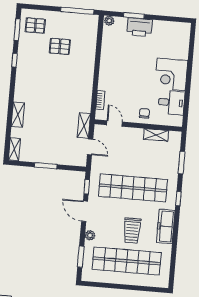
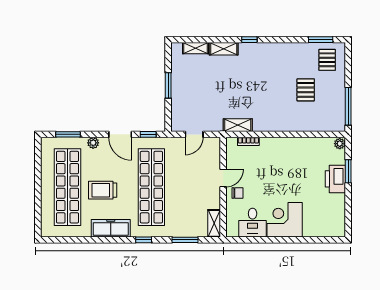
window: (14, 60) -> (249, 40), moved
door: (114, 123) -> (223, 178), moved
shelving: (84, 126) -> (238, 125), moved
shelving: (156, 135) -> (214, 223), moved
shelving: (14, 149) -> (195, 48), moved
door: (85, 211) -> (120, 134), swing flipped

